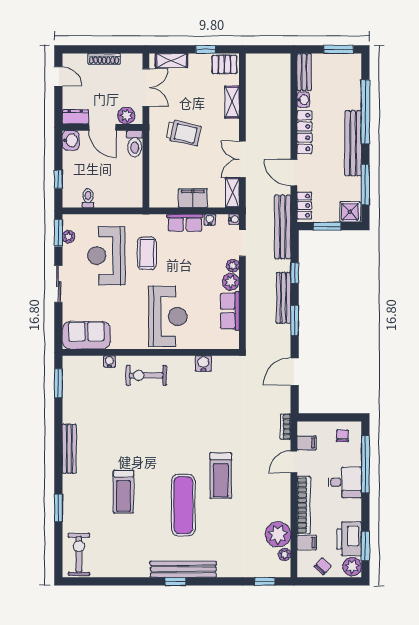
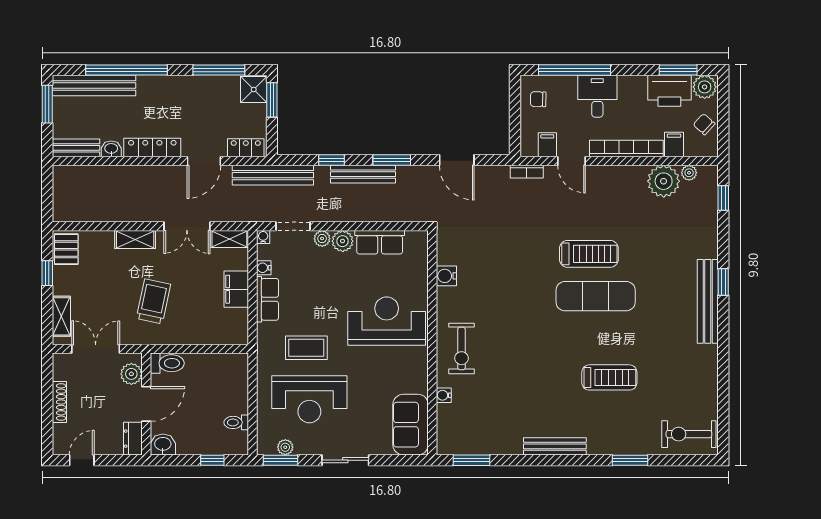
shelving: (232, 102) -> (135, 240), moved
bench: (353, 143) -> (94, 85), moved
window: (327, 226) -> (272, 100), moved
exercise mat: (183, 505) -> (596, 296), moved
window: (176, 581) -> (723, 282), moved

